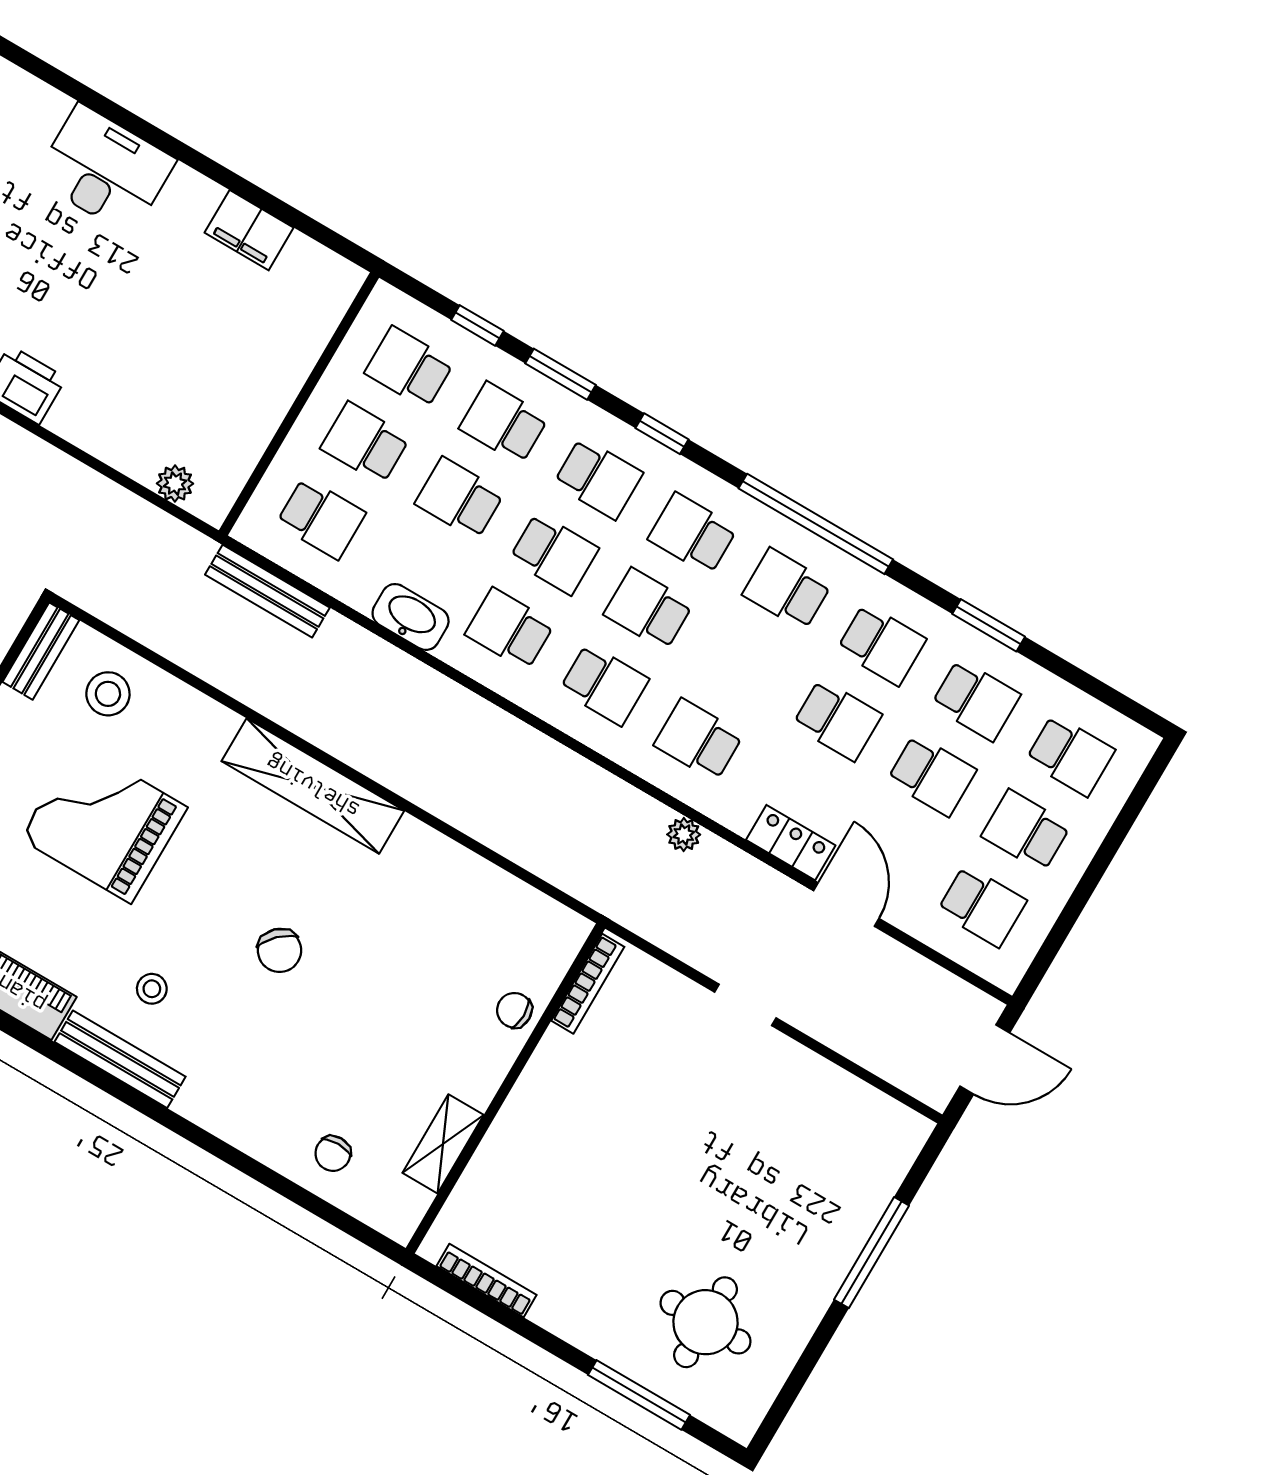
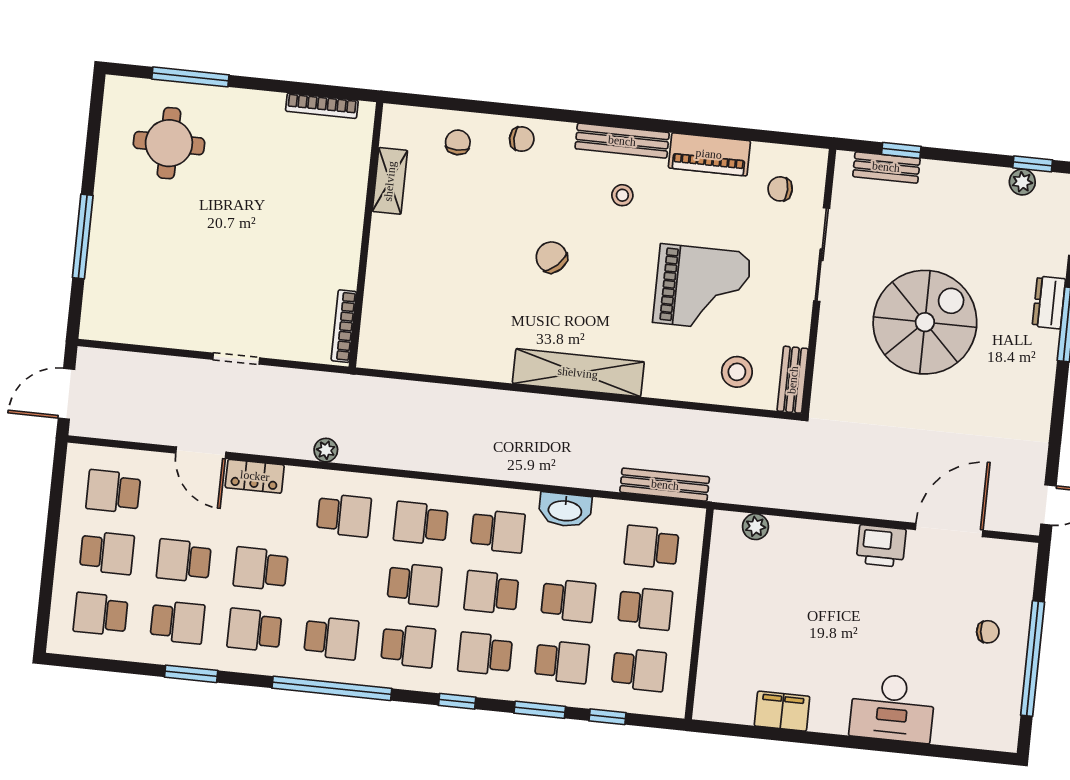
school desk: (976, 700) -> (177, 622), turned 180
chair: (514, 1010) -> (522, 139), moved

